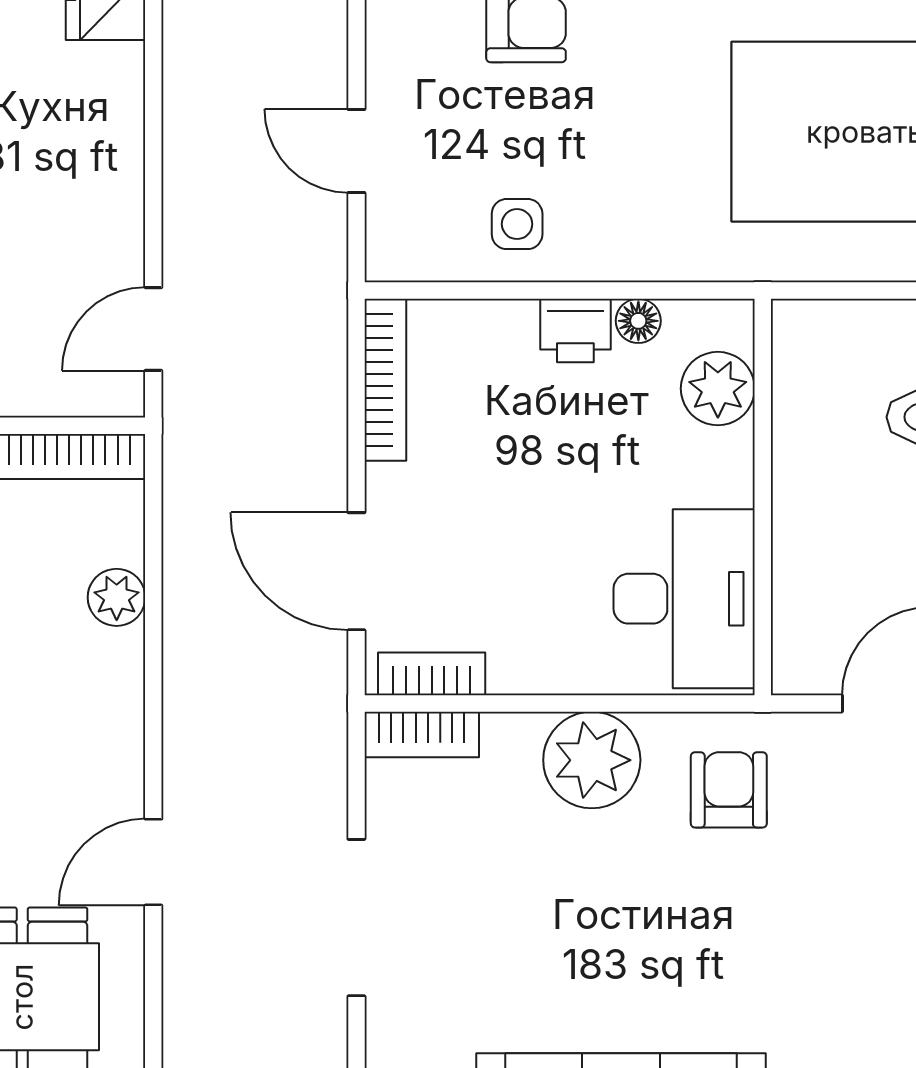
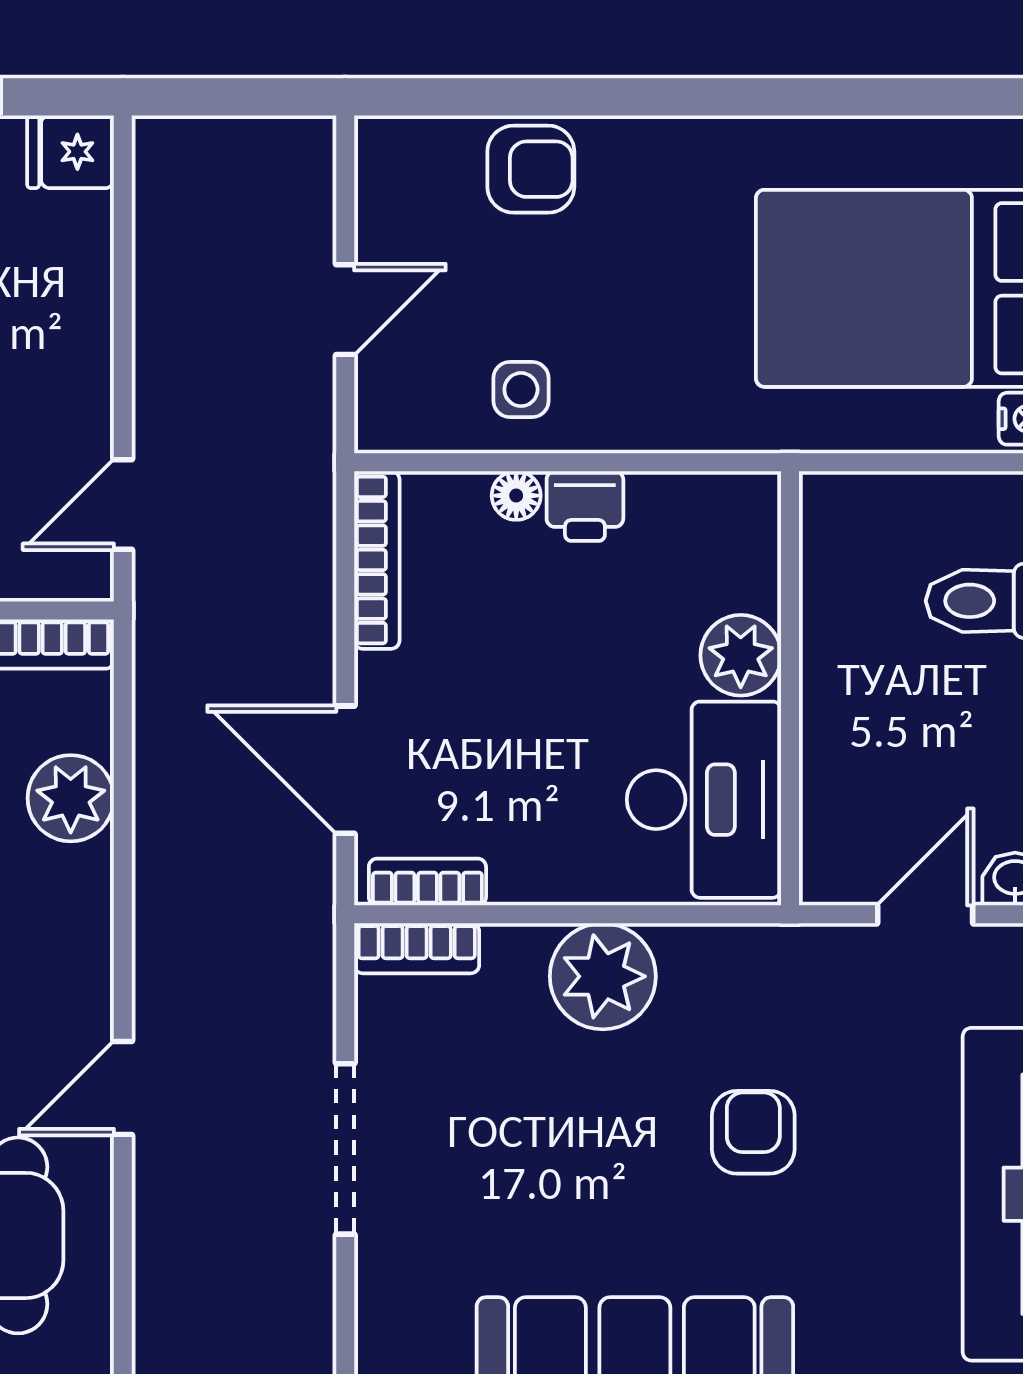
door: (356, 151) -> (345, 310), swing flipped
floor lamp: (638, 321) -> (516, 496), moved
plant: (718, 389) -> (741, 655), moved
plant: (117, 597) -> (71, 798), width x1.38, depth x1.38
armchair: (729, 790) -> (753, 1132), moved

